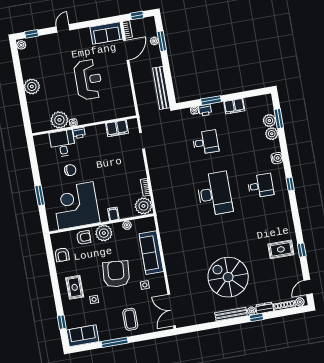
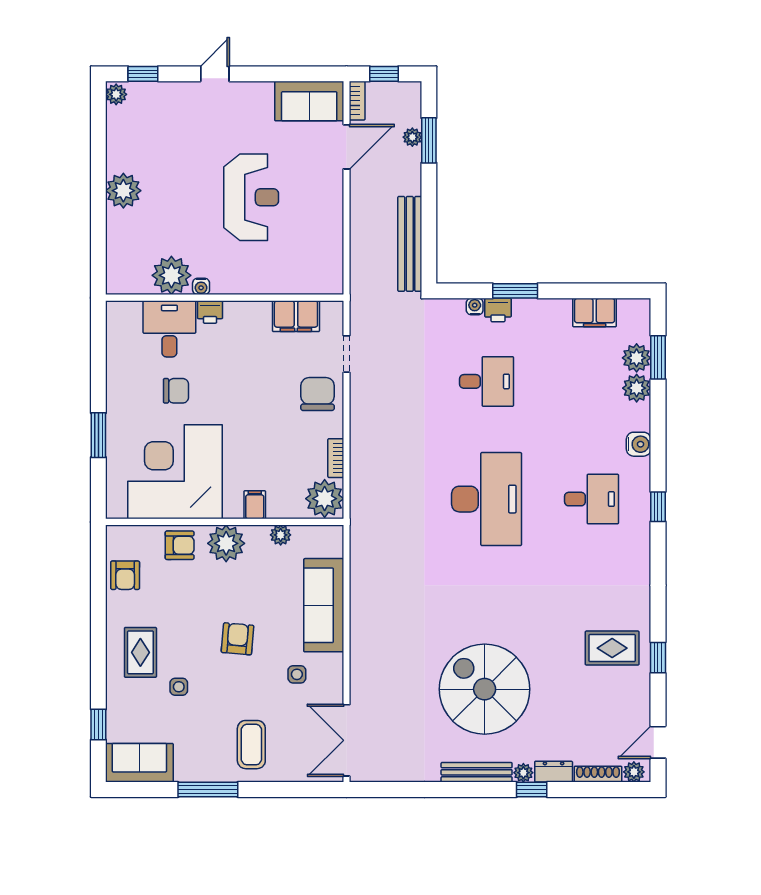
filing cabinet: (234, 106) -> (595, 313), moved
chair: (132, 161) -> (318, 394), added
armchair: (116, 274) -> (238, 639), width x0.53, depth x0.53

